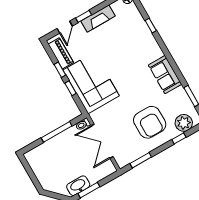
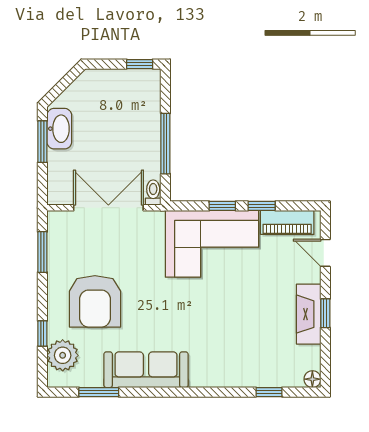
window: (84, 16) -> (325, 313), moved
window: (151, 26) -> (269, 392), moved
sofa: (165, 75) -> (146, 370), width x1.36
armchair: (150, 122) -> (95, 301), turned -90
window: (26, 165) -> (140, 64), added

